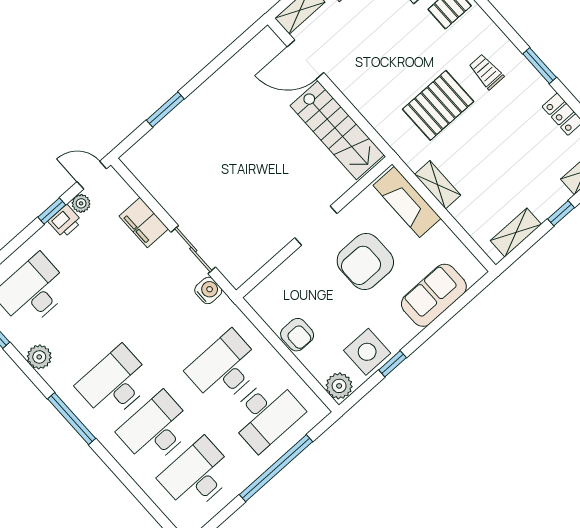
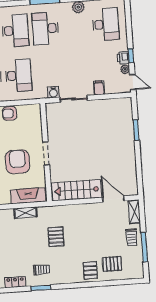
door: (305, 60) -> (113, 199), hinge flipped
trolley: (486, 72) -> (41, 270), moved
pallet: (438, 105) -> (56, 237), width x0.67, depth x0.71
door: (92, 175) -> (133, 82), hinge flipped
filing cabinet: (144, 223) -> (99, 88), width x0.50
desk: (115, 383) -> (45, 28), turned 180

